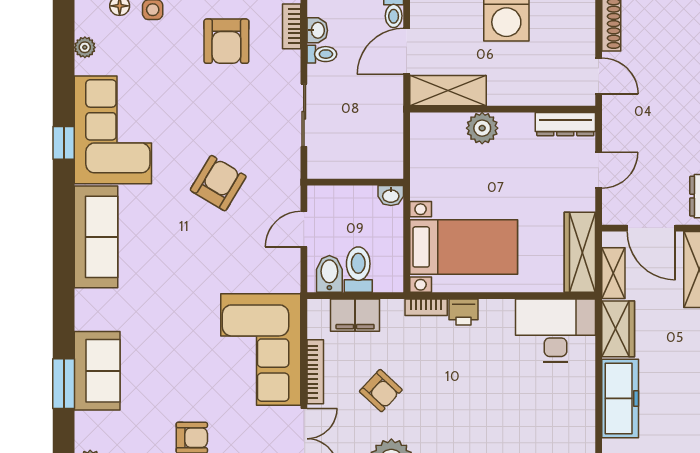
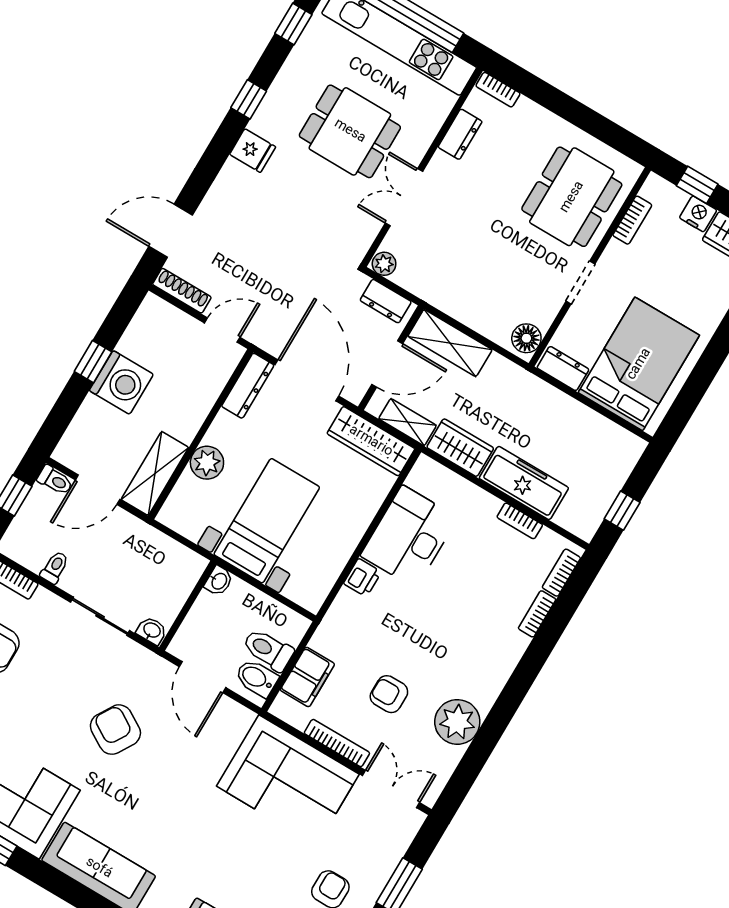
washbasin: (317, 30) -> (152, 631), moved
door: (407, 51) -> (98, 490), hinge flipped
door: (599, 170) -> (307, 380), width x1.87
door: (304, 229) -> (203, 677), width x1.38
bed with nightstands: (464, 247) -> (267, 521), moved
bookcase: (426, 307) -> (520, 521), moved, turned 90
desk: (555, 330) -> (409, 537), moved
armchair: (381, 391) -> (389, 694), turned -133

